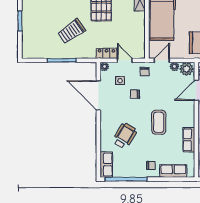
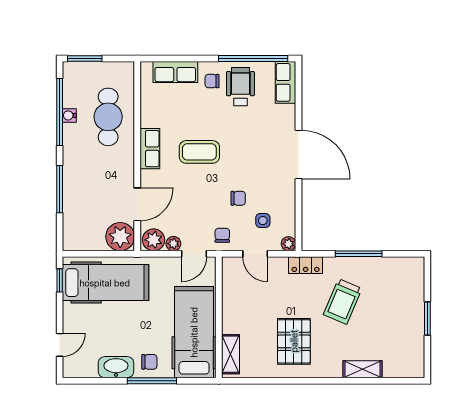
trolley: (72, 31) -> (343, 302), turned 148
locker: (106, 53) -> (306, 265), moved
door: (98, 95) -> (298, 155), moved
coffee table: (159, 122) -> (199, 152), turned 90
wheelchair: (125, 136) -> (240, 87), moved, turned 149
row of seats: (189, 140) -> (150, 149), moved

